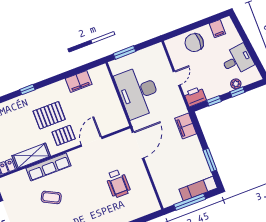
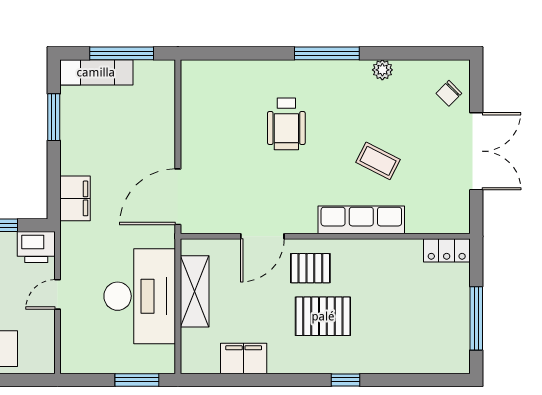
shelving: (31, 156) -> (195, 291), moved, turned 90
wheelchair: (118, 183) -> (286, 124), moved, turned 180

